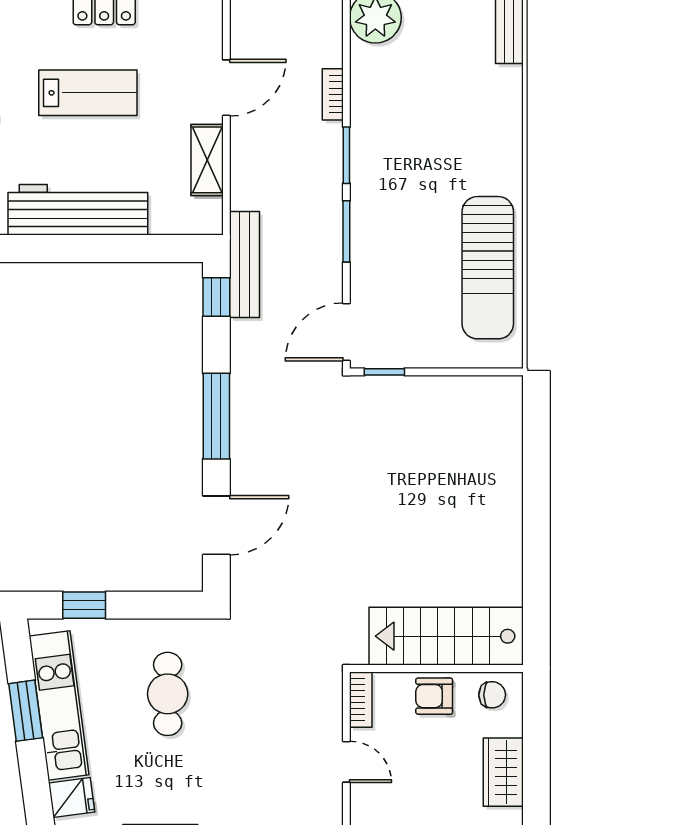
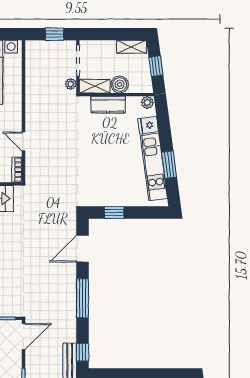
window: (84, 605) -> (114, 213), moved
cafe table: (168, 694) -> (105, 172), removed

